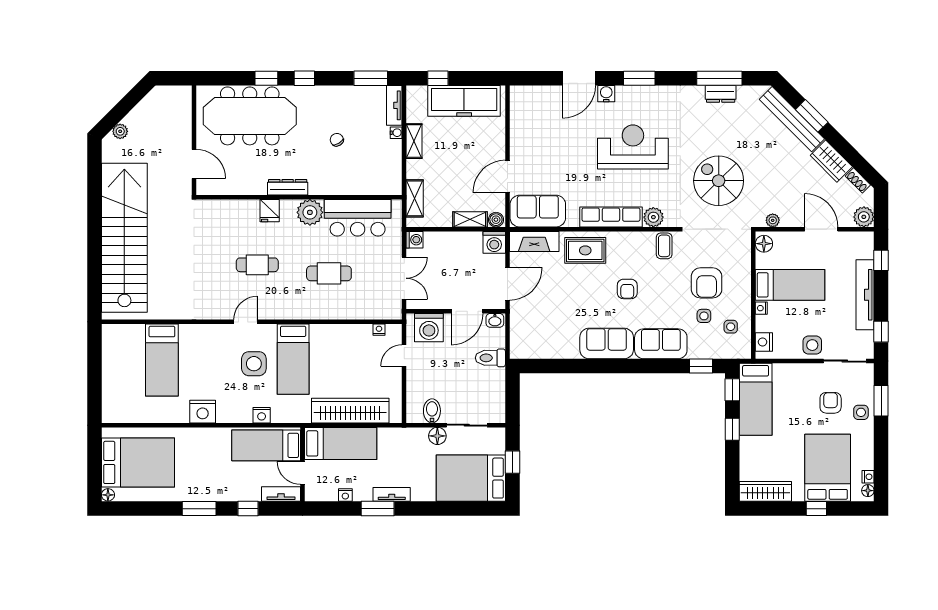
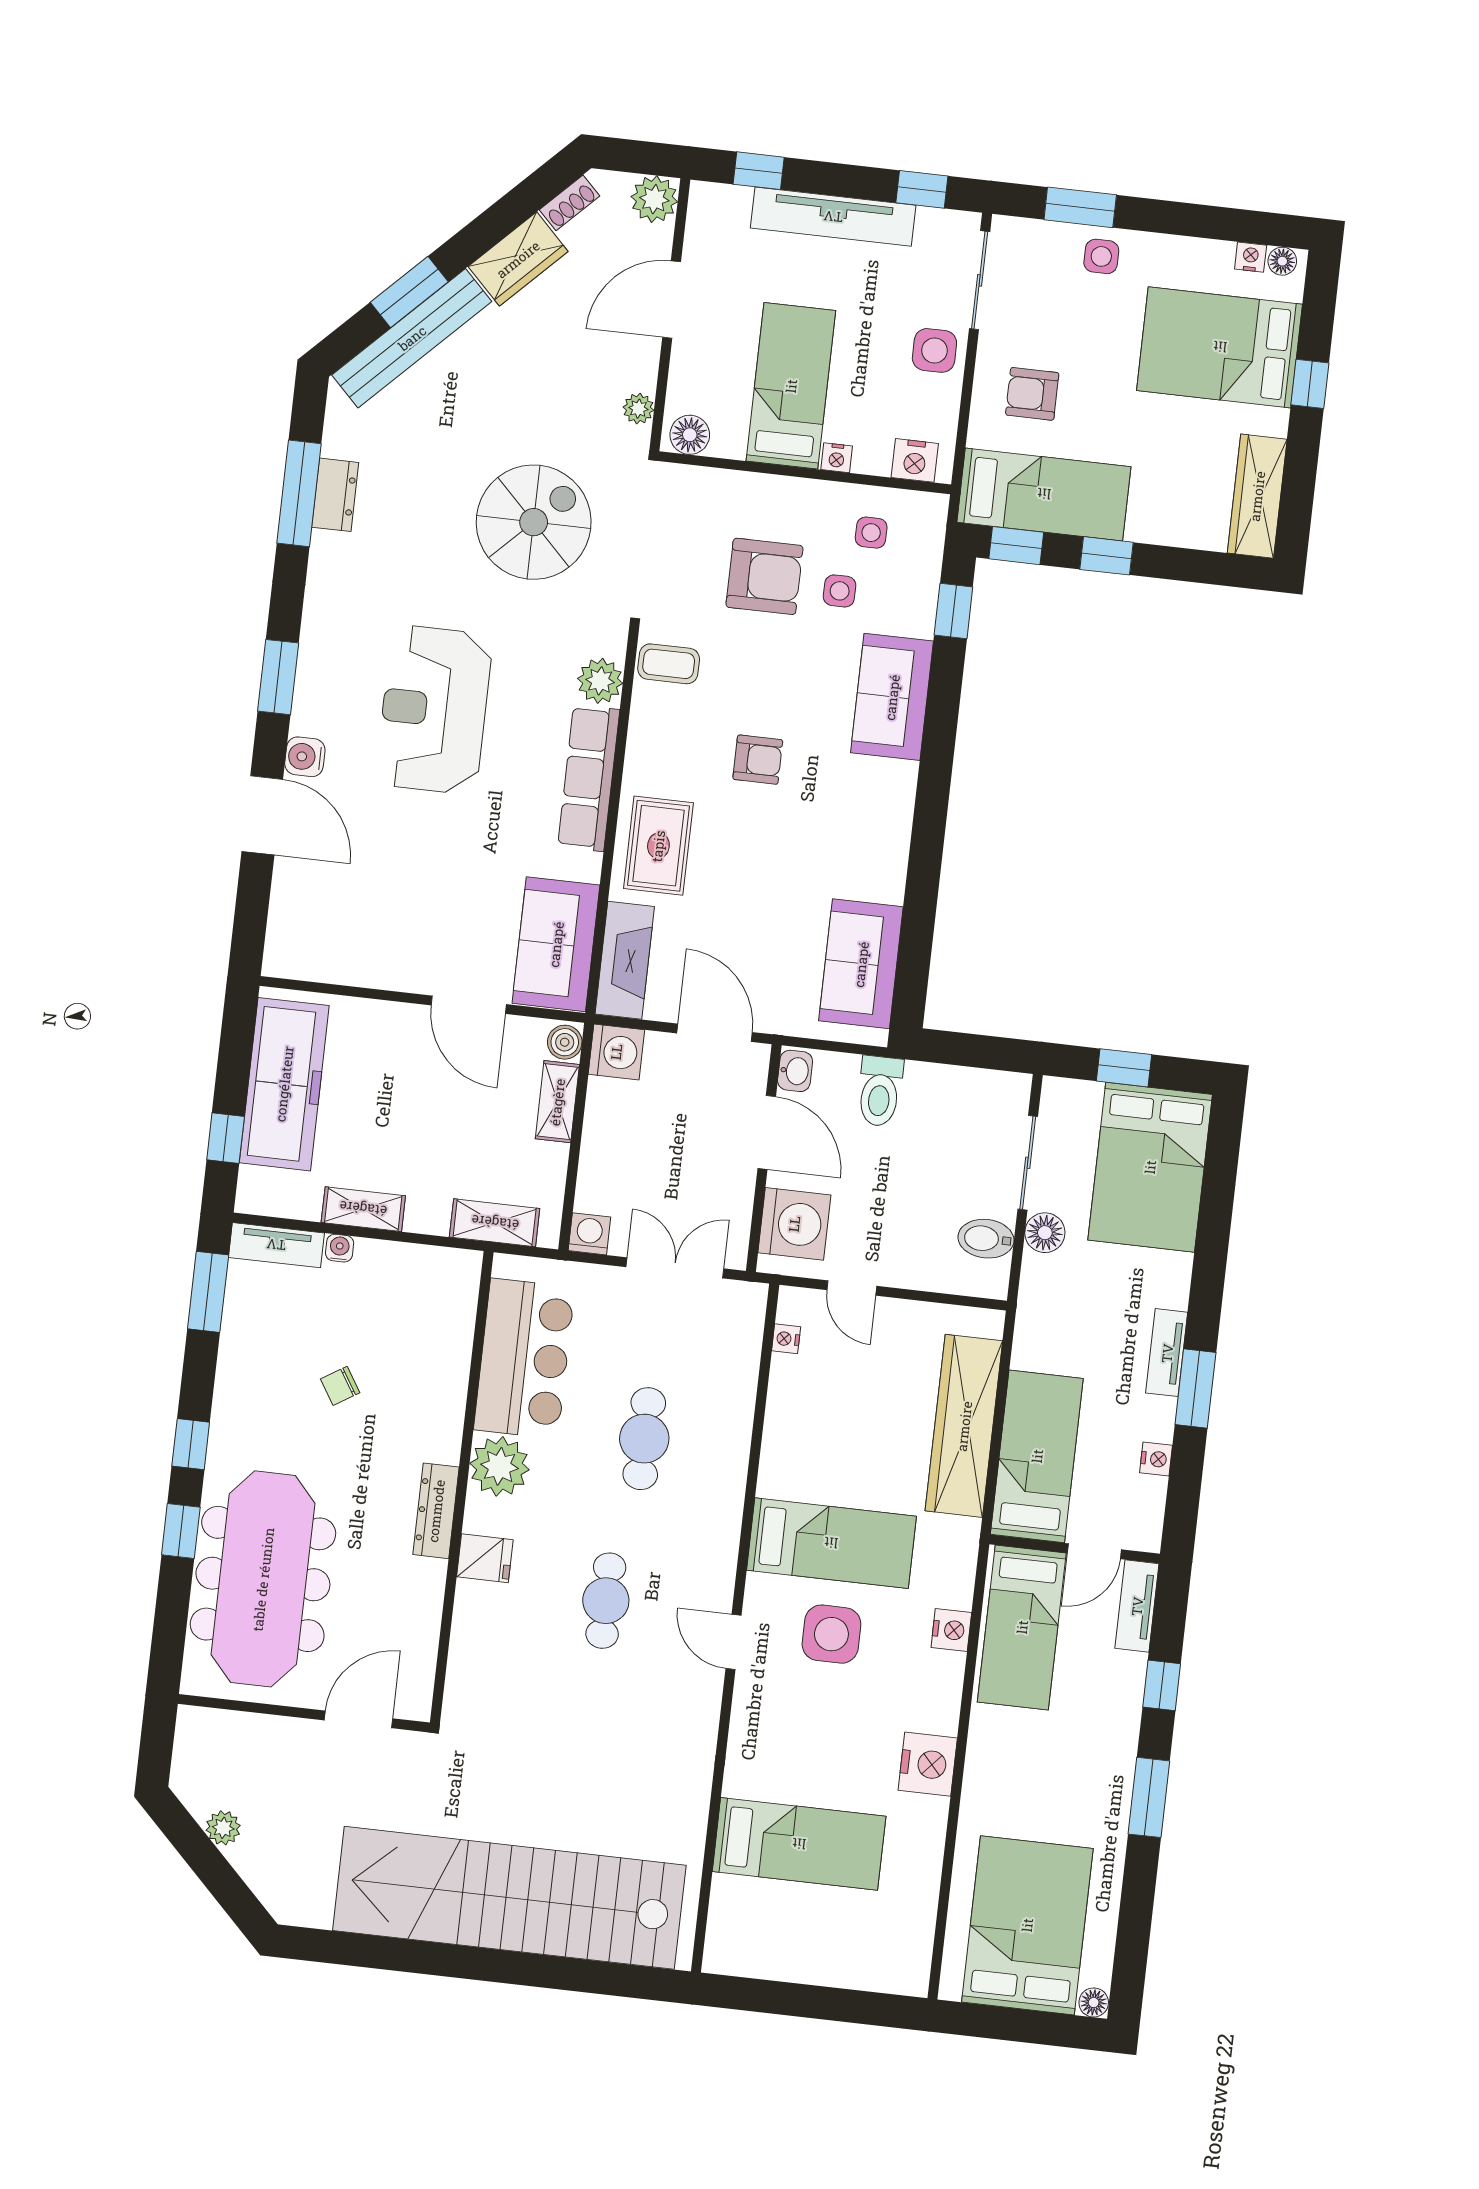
plant: (120, 131) -> (223, 1828), moved
spiral stairs: (719, 181) -> (534, 522), turned 180
sofa: (607, 343) -> (861, 964), moved
armchair: (831, 403) -> (1032, 394), moved

